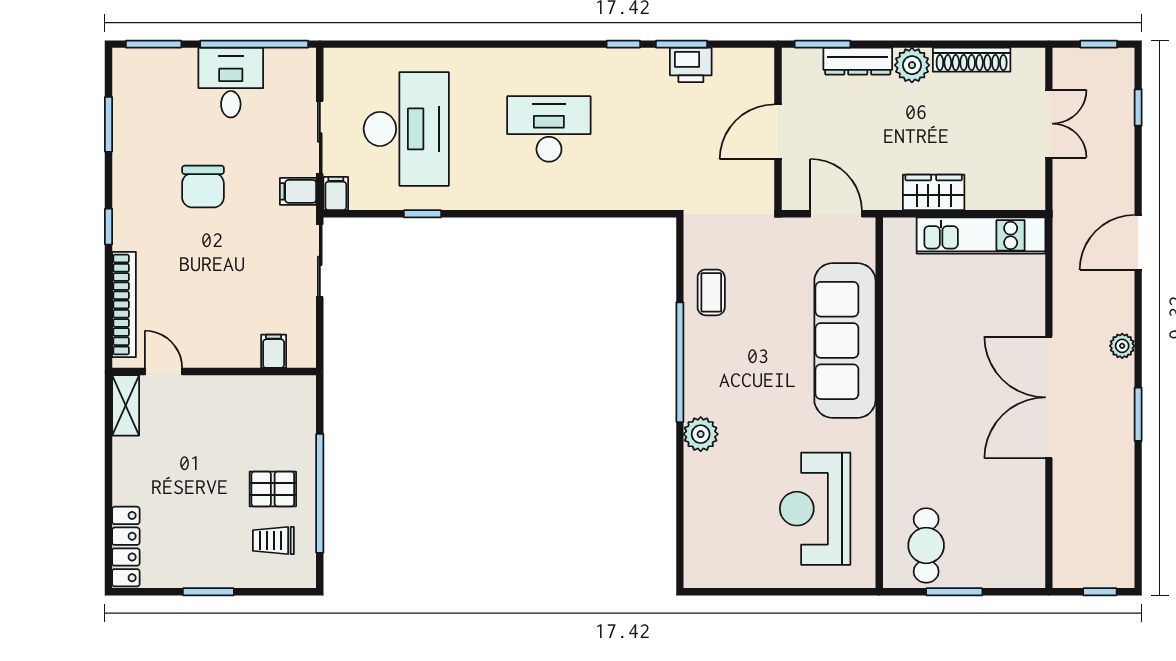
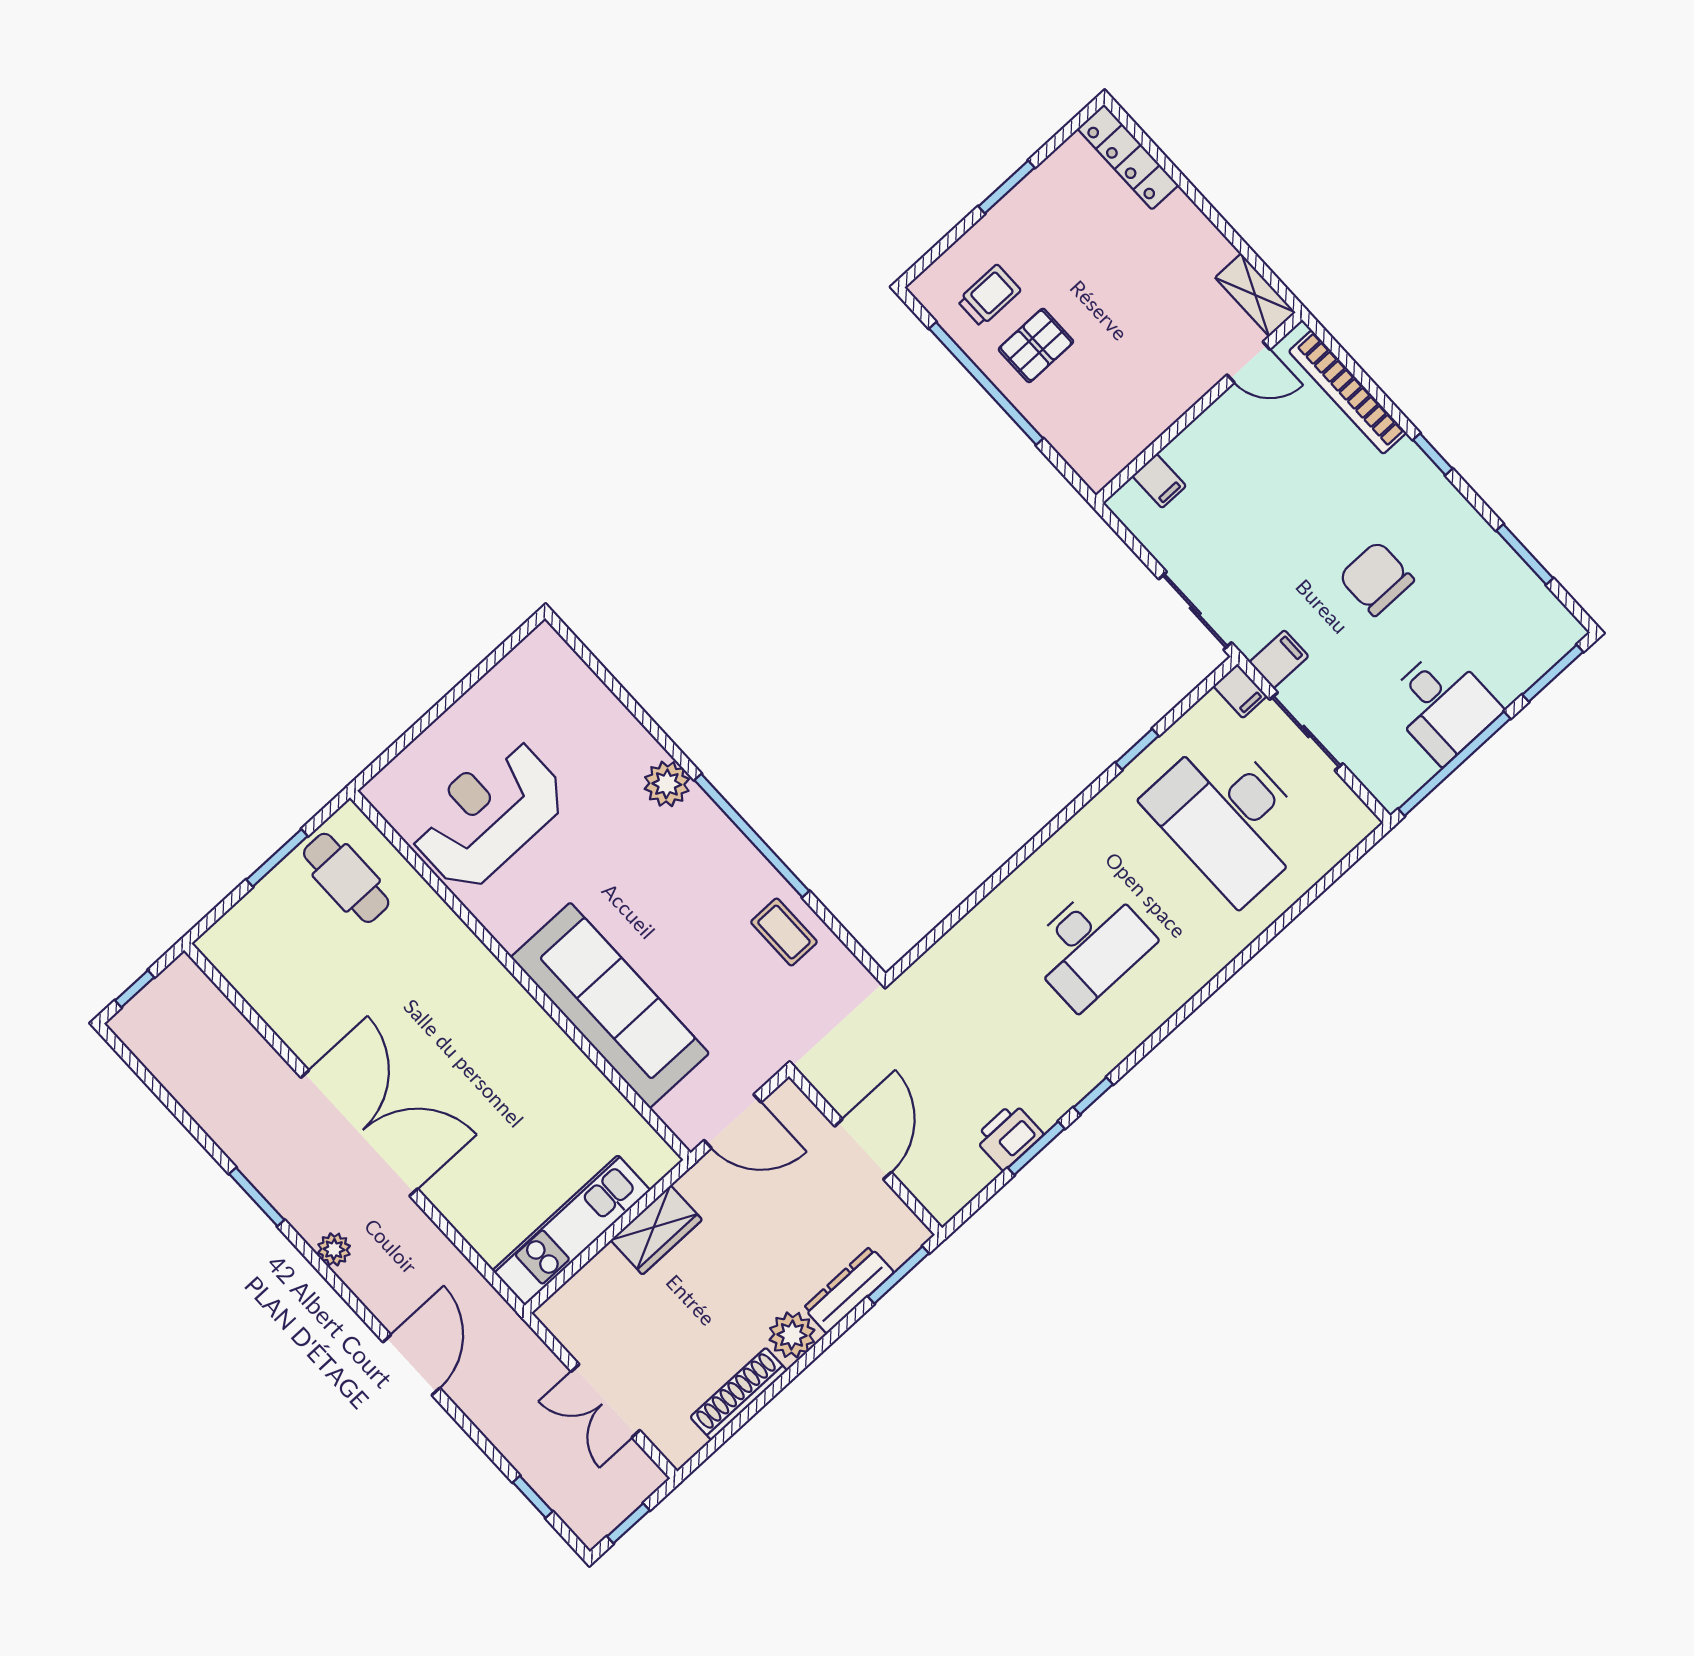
reception desk: (815, 509) -> (488, 814), turned -90

